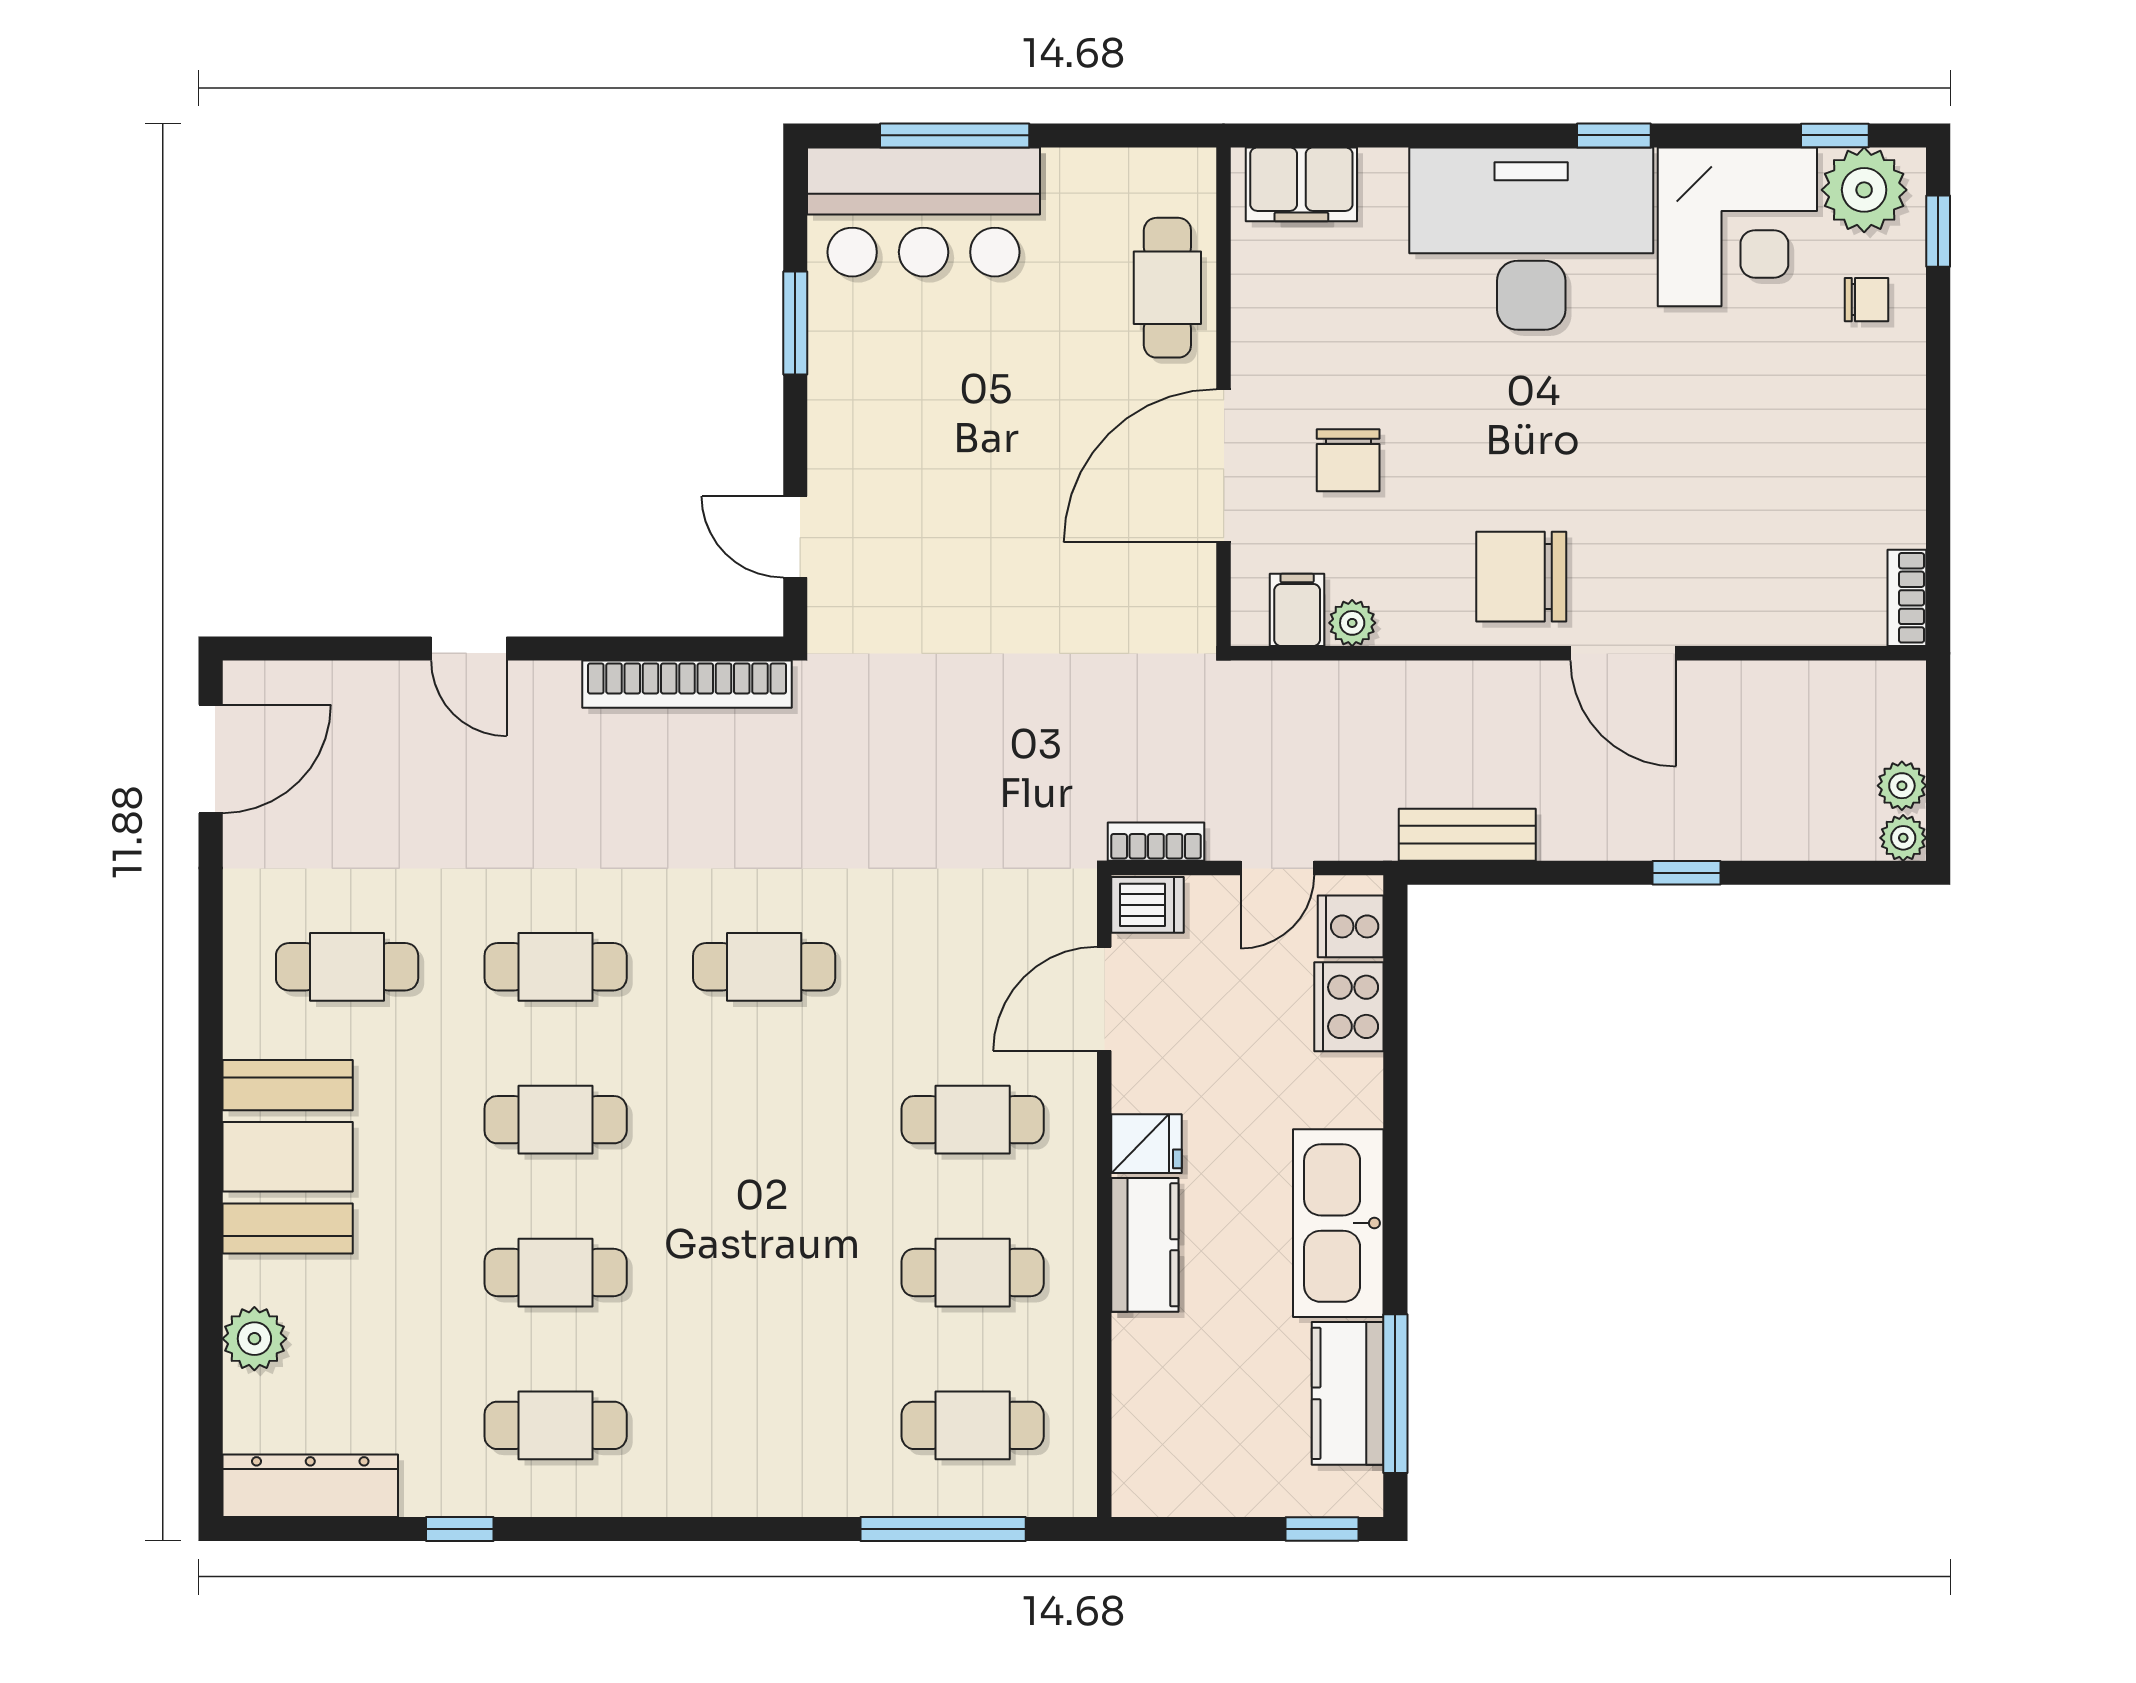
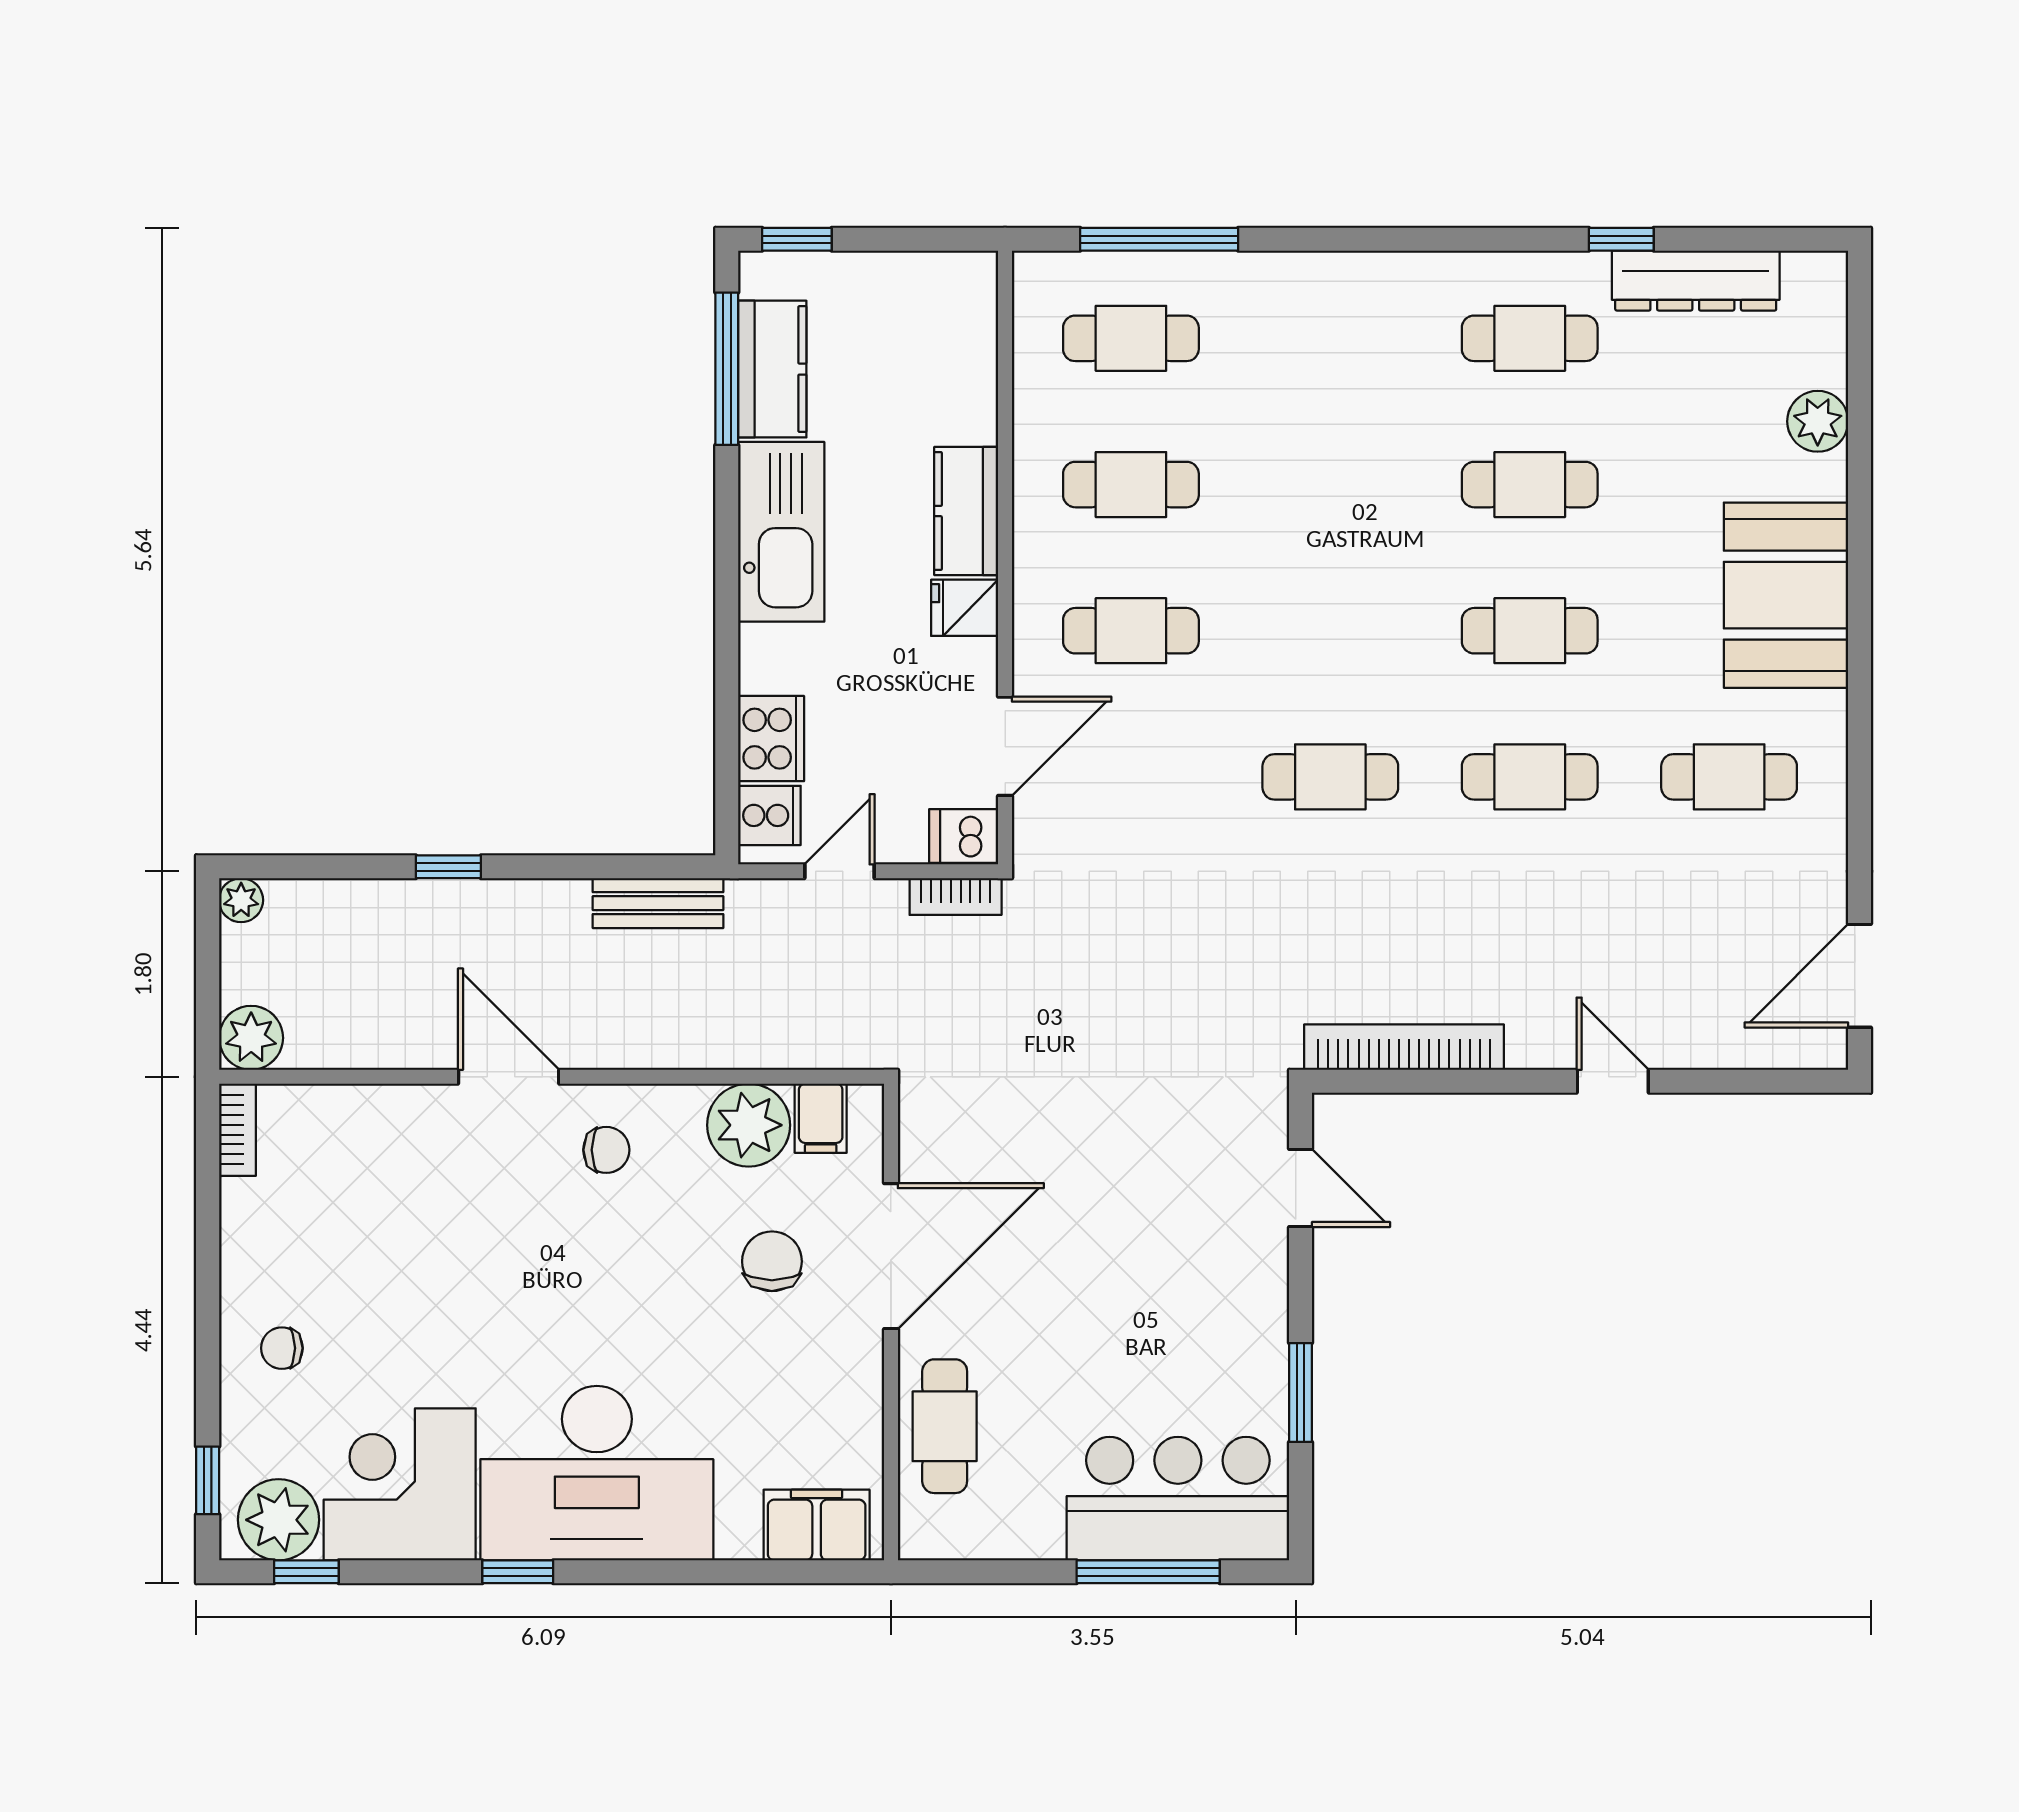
chair: (1866, 300) -> (282, 1348), moved
chair: (1521, 577) -> (606, 1150), width x0.54, depth x0.54
plant: (1352, 623) -> (749, 1125), width x1.88, depth x1.88
plant: (1902, 786) -> (251, 1038), moved, width x1.38, depth x1.38
dresser: (310, 1486) -> (1696, 281), moved

